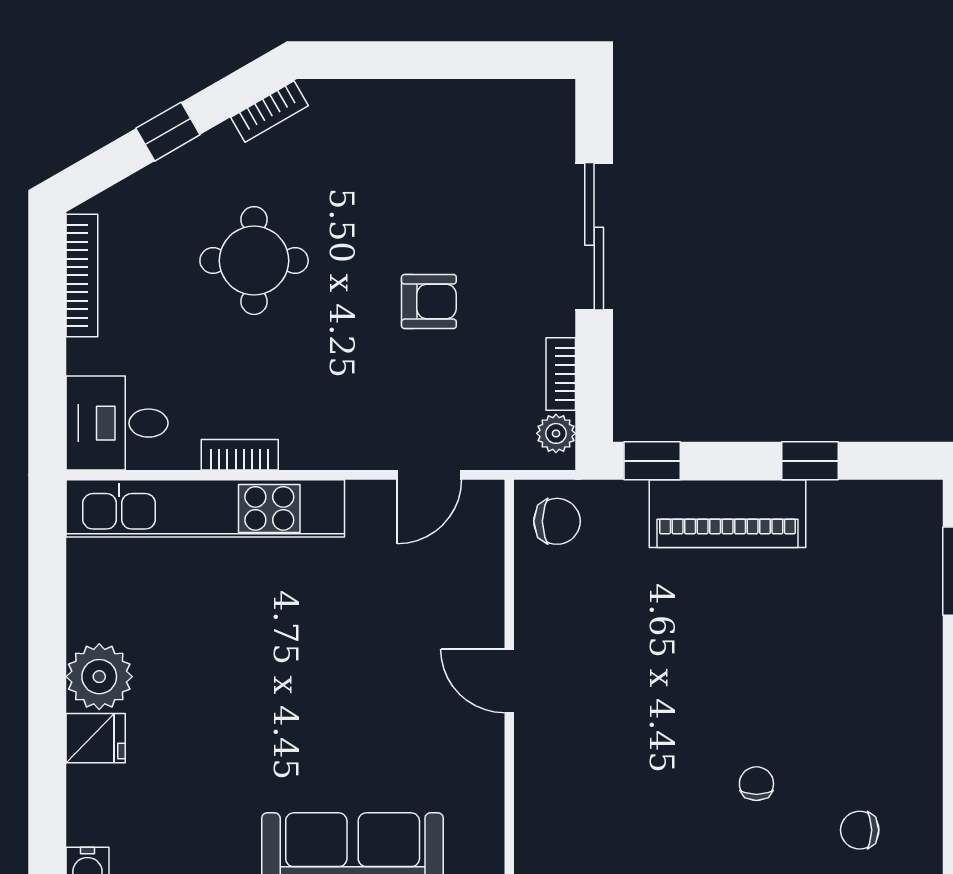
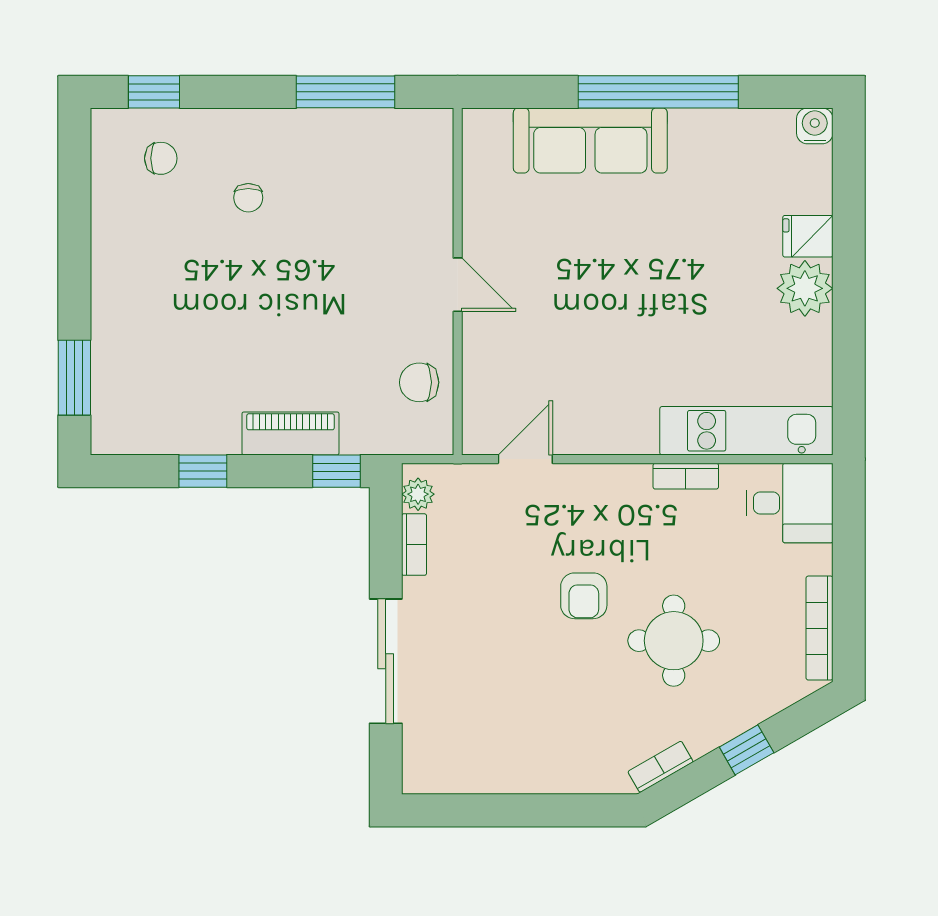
armchair: (429, 302) -> (584, 596), moved, turned -90
kitchen unit: (205, 508) -> (746, 431), width x0.73
piano: (728, 514) -> (290, 433), width x0.73, depth x0.75
chair: (557, 521) -> (419, 382), moved

